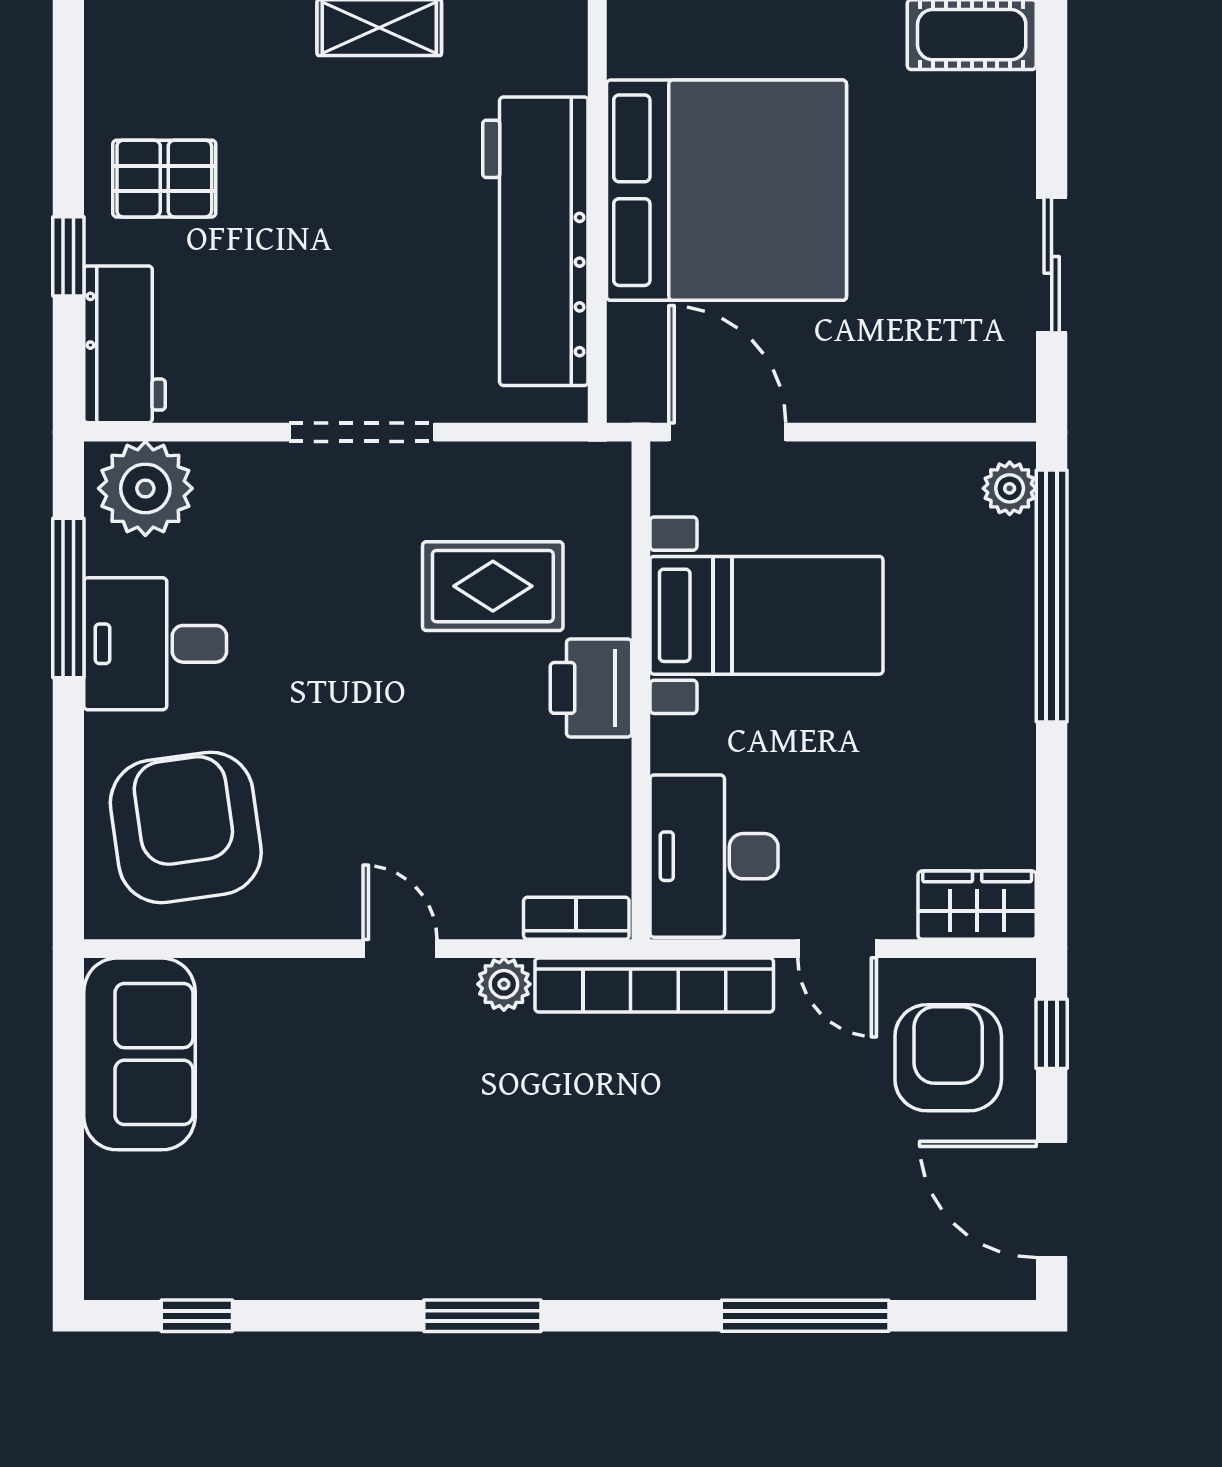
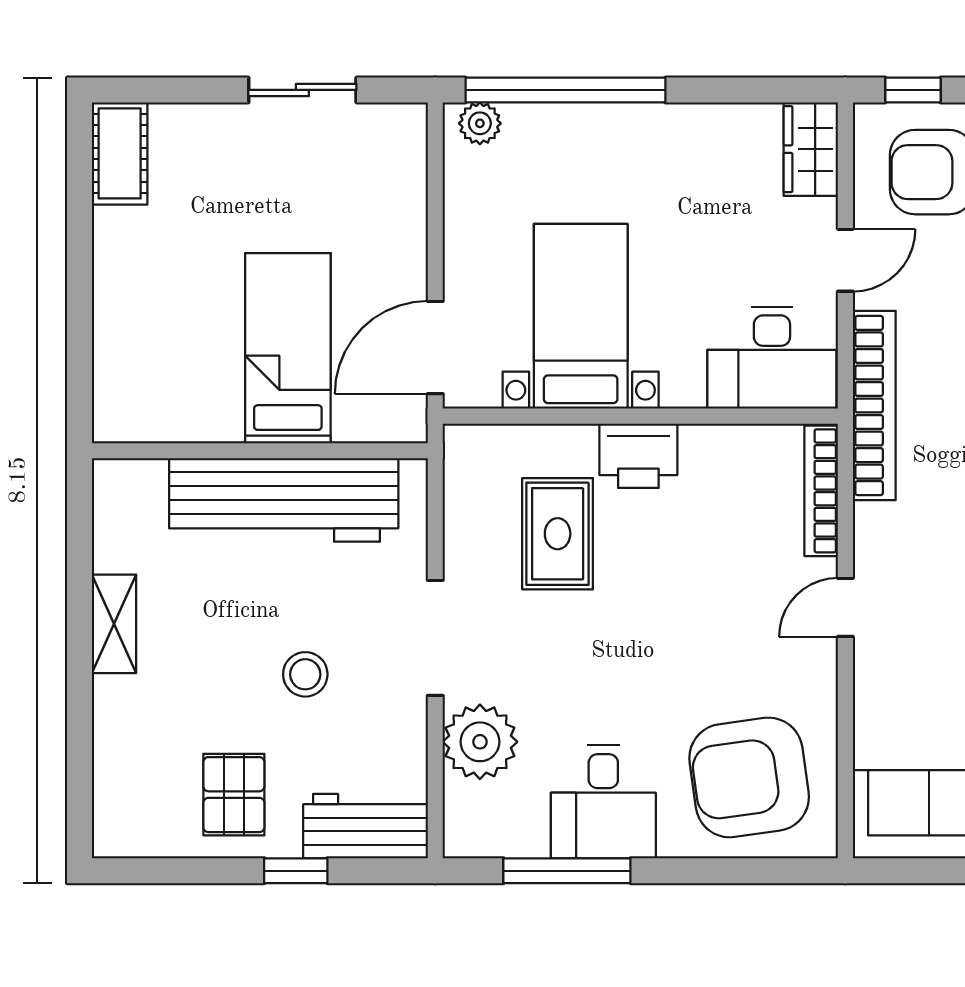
bed: (726, 190) -> (288, 348), width x0.49
stool: (316, 268) -> (305, 674), added
plant: (145, 488) -> (480, 742), moved
bookcase: (576, 918) -> (821, 491), width x1.56
plant: (504, 984) -> (874, 525), removed

